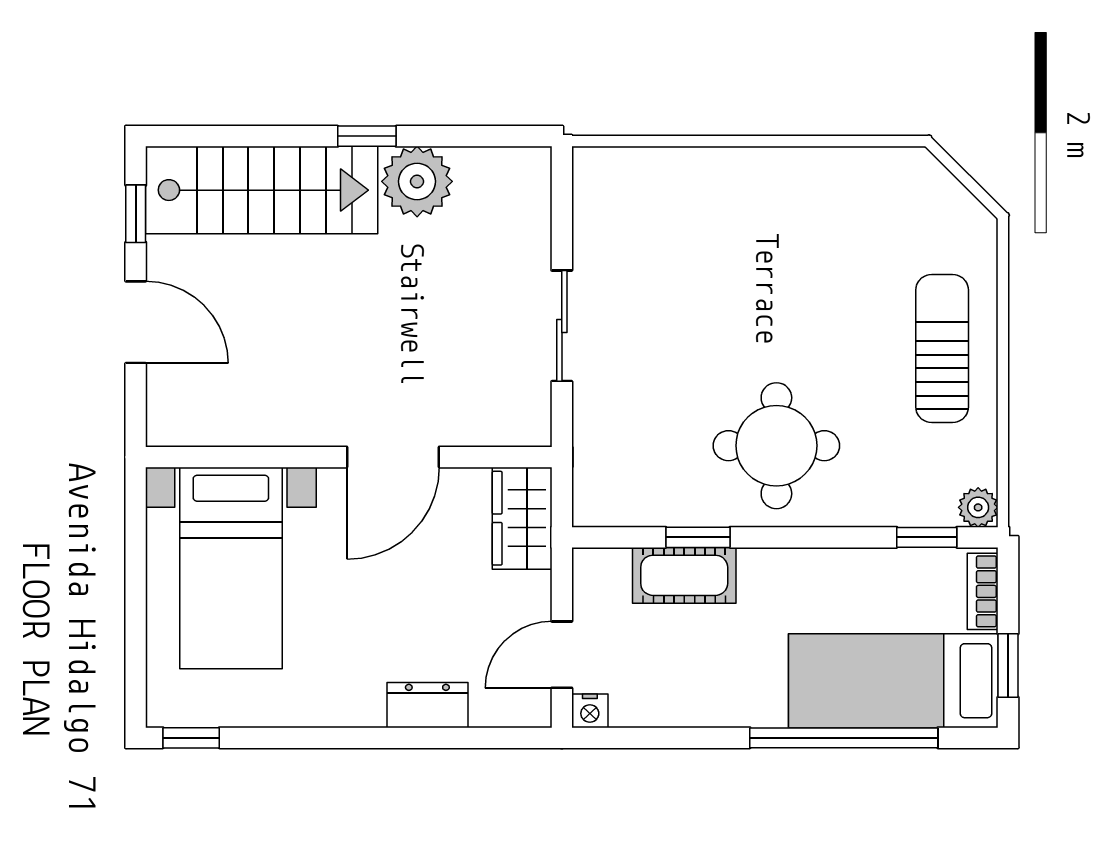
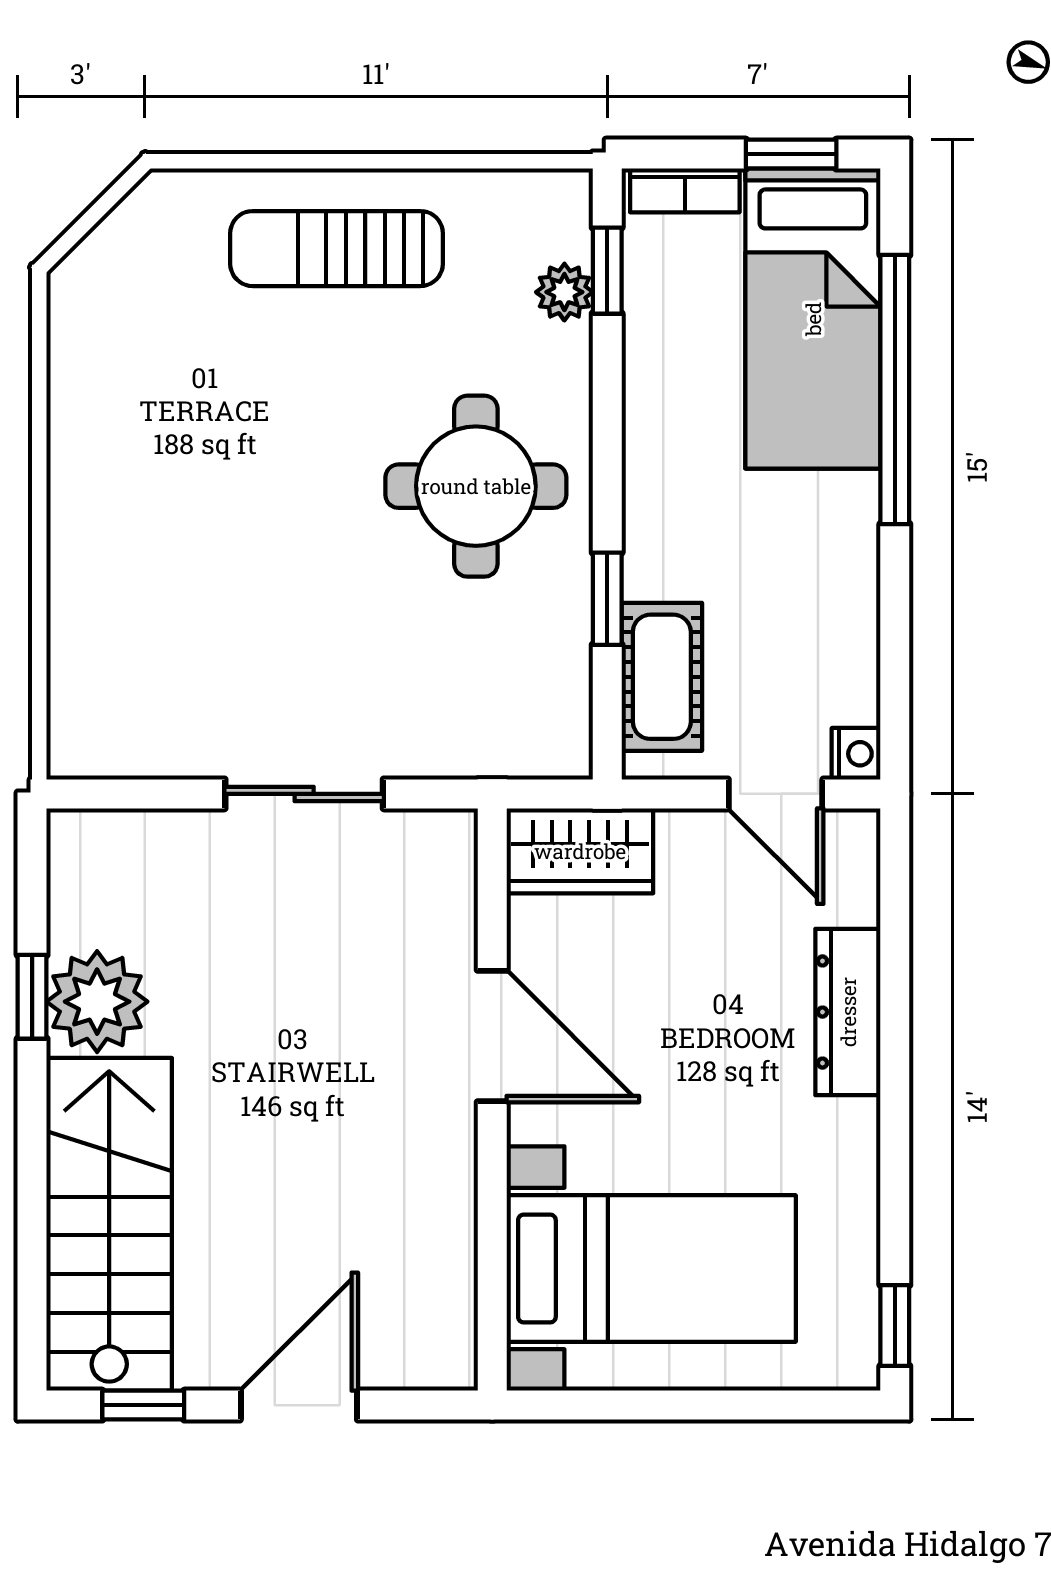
window: (367, 136) -> (32, 997), moved
plant: (978, 507) -> (564, 292), moved
cot: (684, 575) -> (662, 677), moved
dresser: (427, 705) -> (848, 1012), width x1.44

